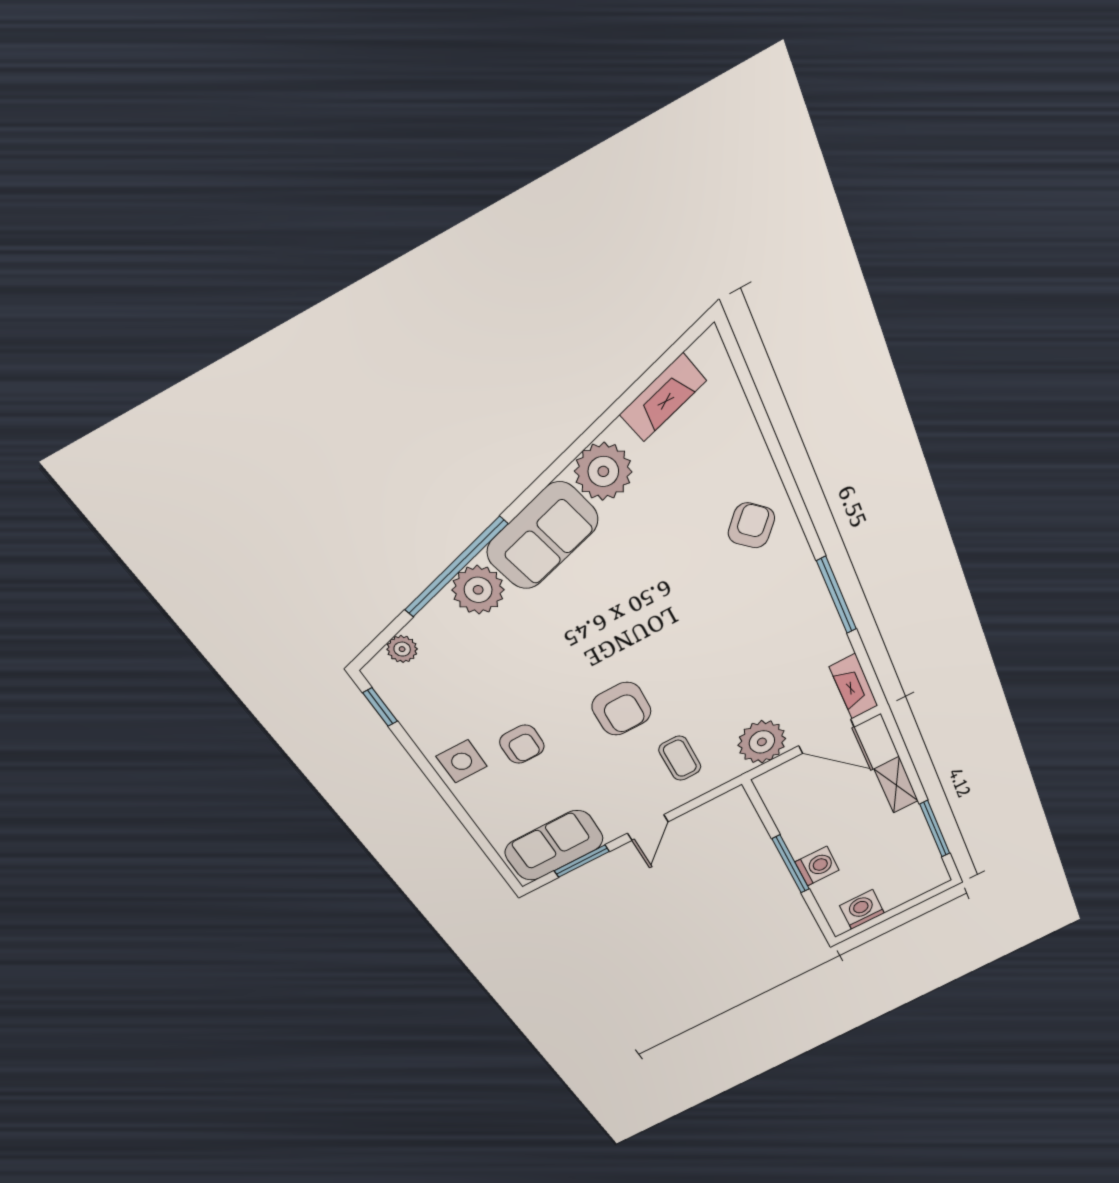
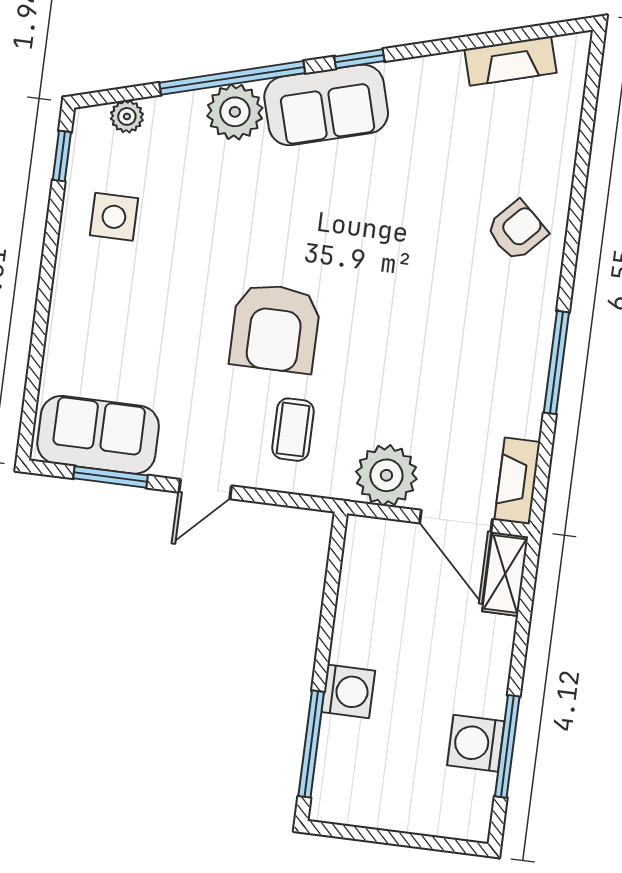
plant: (603, 471) -> (418, 87), removed
window: (542, 483) -> (359, 59), added
armchair: (621, 709) -> (275, 328), width x1.36, depth x1.36
armchair: (522, 744) -> (156, 293), removed
side table: (462, 761) -> (114, 217), moved
shelving: (896, 785) -> (505, 574), moved
window: (791, 864) -> (311, 744), moved
washing machine: (862, 910) -> (476, 743), moved, turned -90

